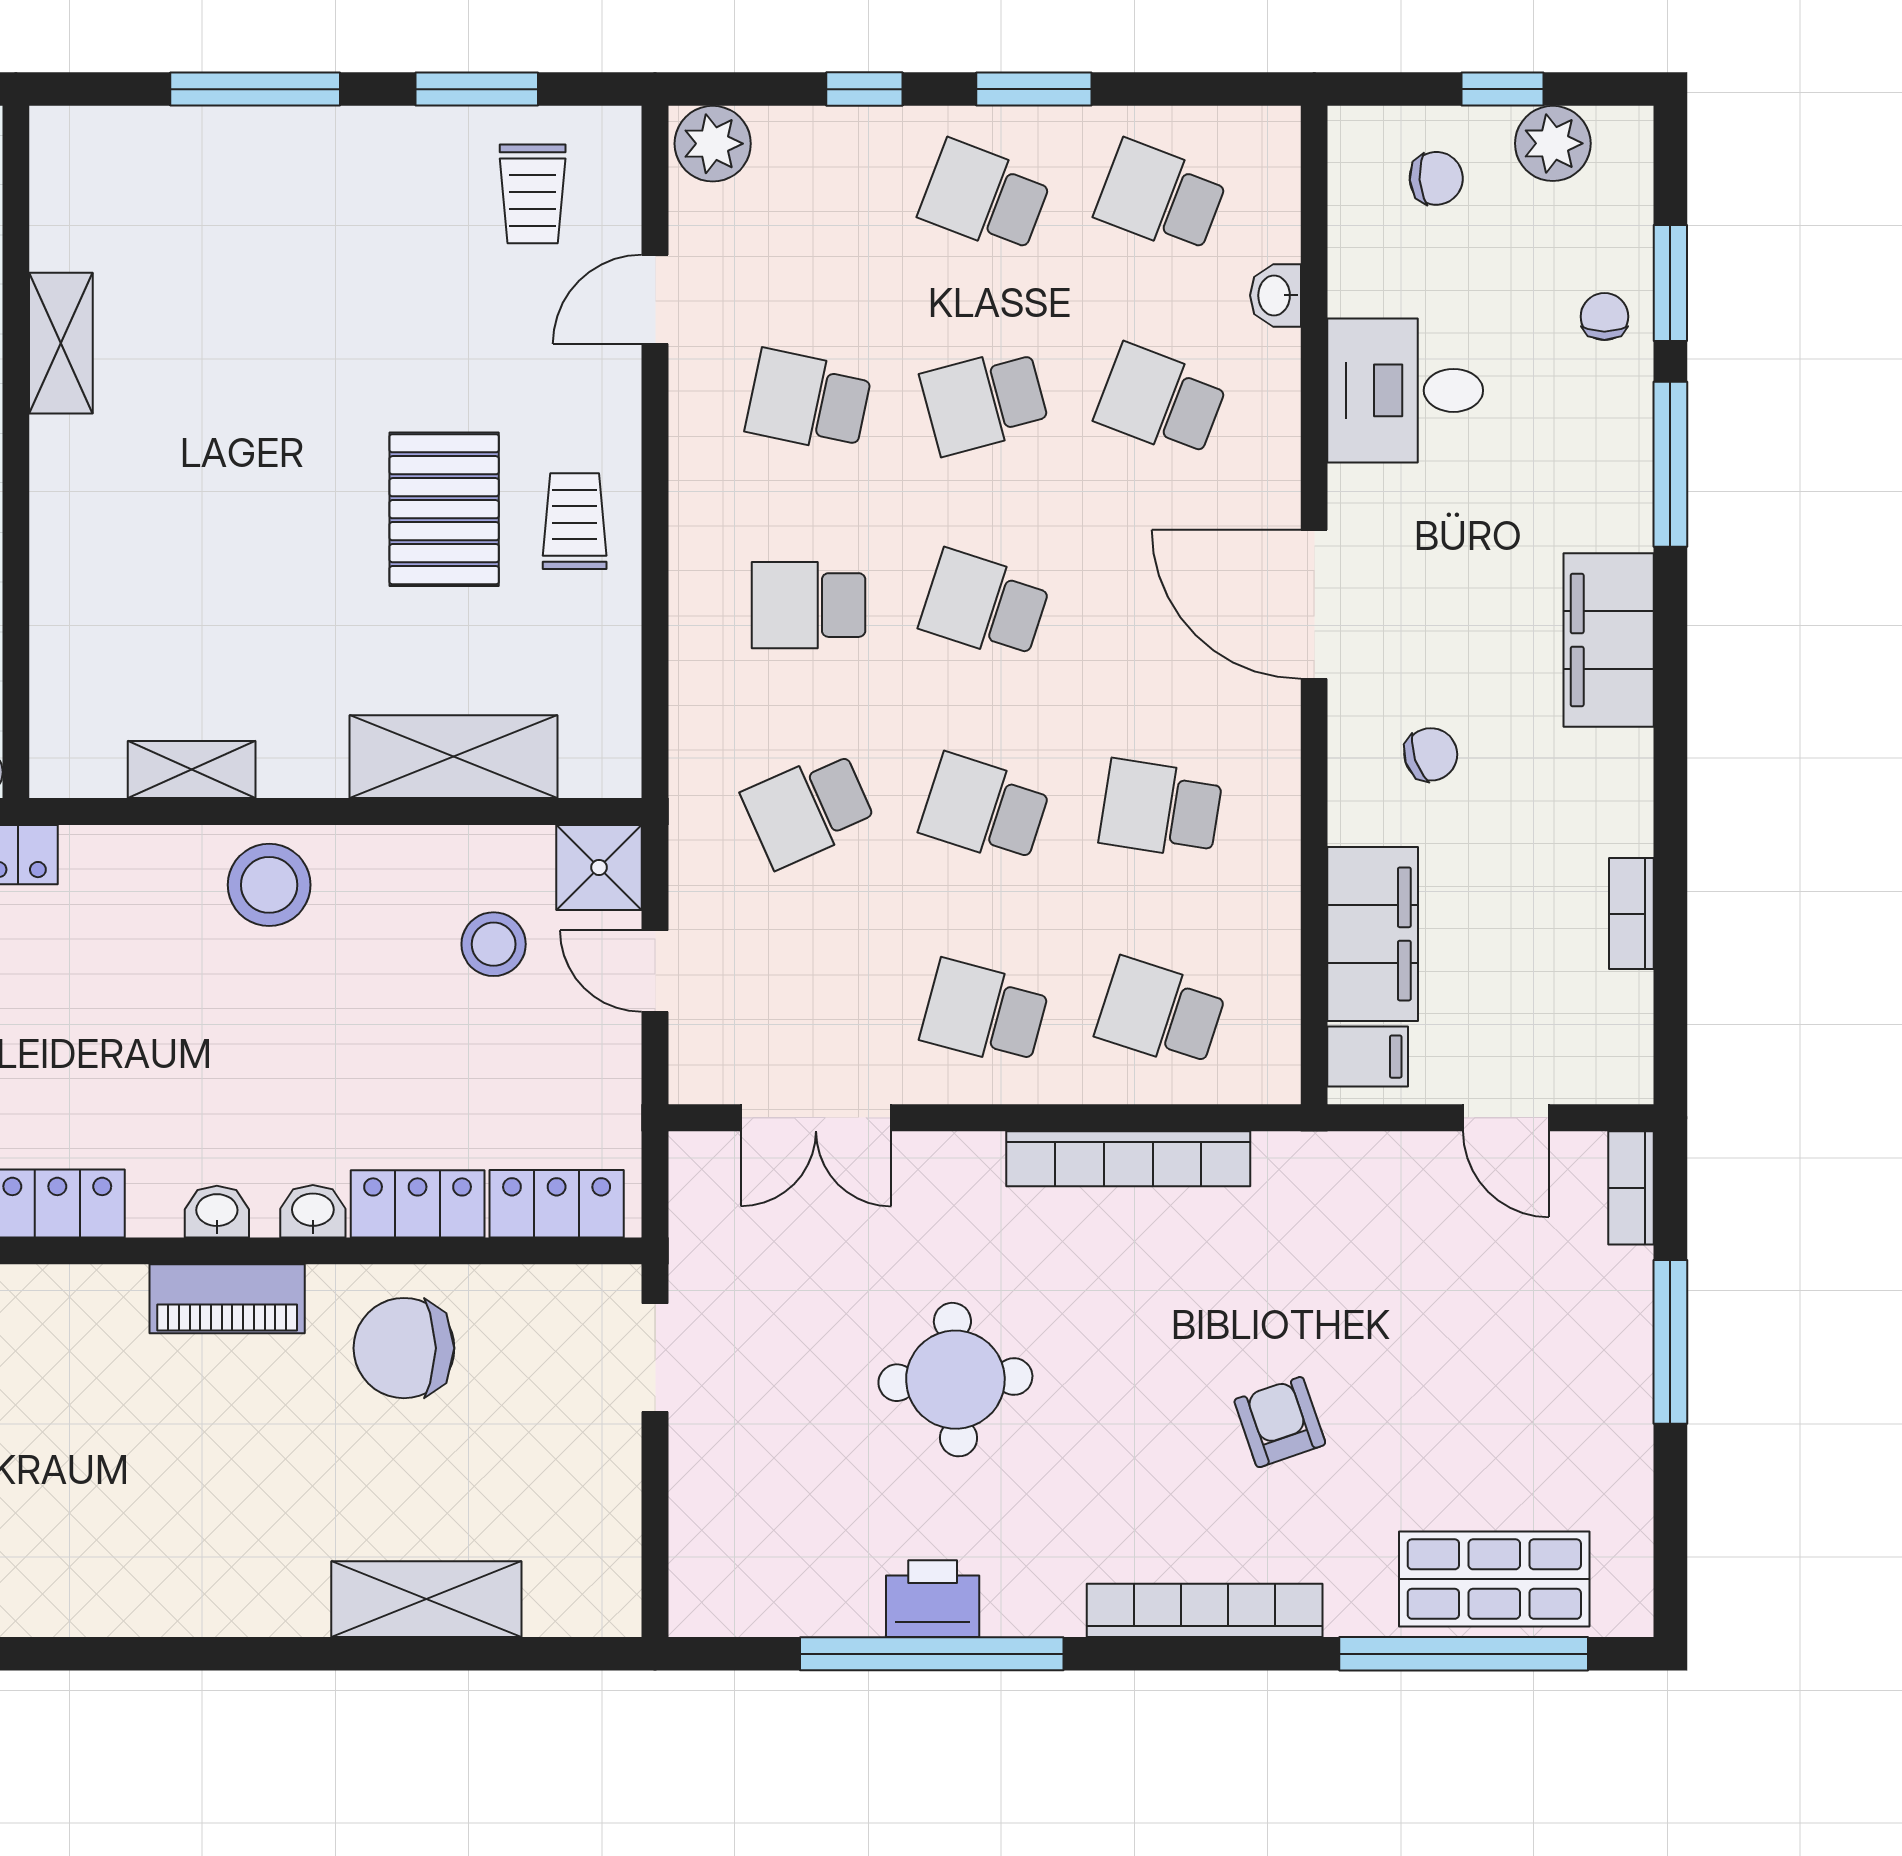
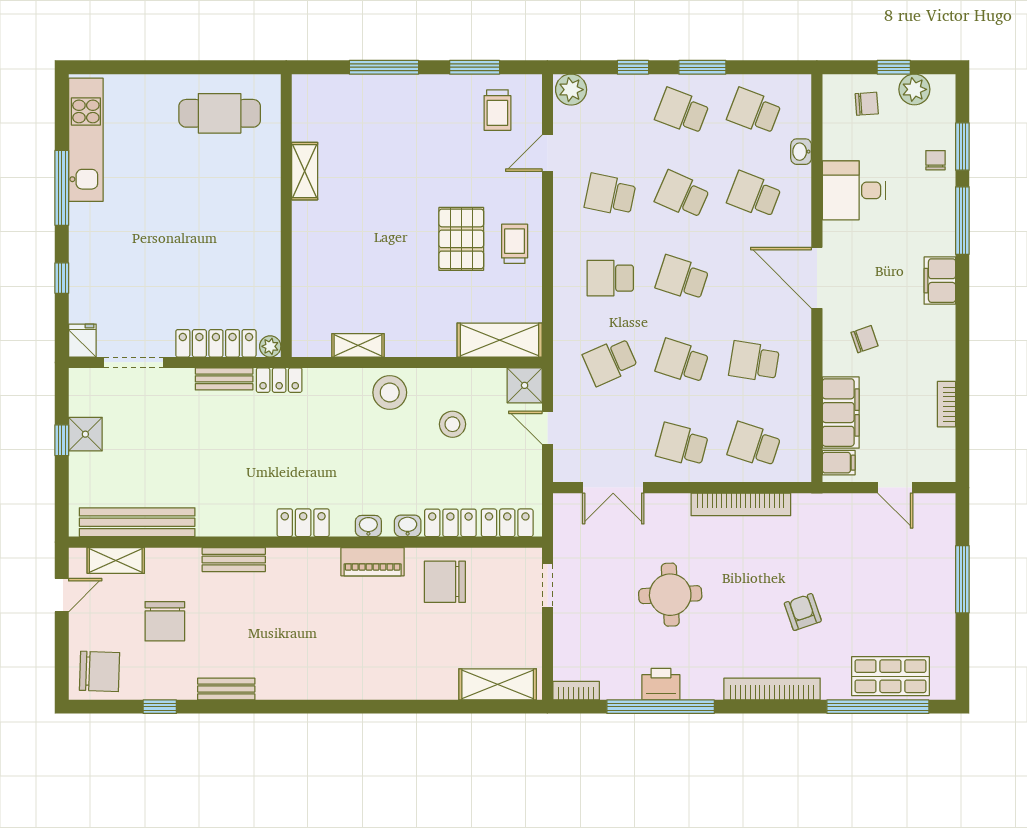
school desk: (985, 401) -> (682, 195), turned 39
filing cabinet: (1609, 640) -> (940, 281), width x0.67, depth x0.86
shelving: (454, 757) -> (500, 340), moved
stool: (494, 944) -> (452, 424), moved
bookcase: (1631, 1188) -> (576, 691), moved, turned 90
shelving: (426, 1599) -> (498, 684), moved

